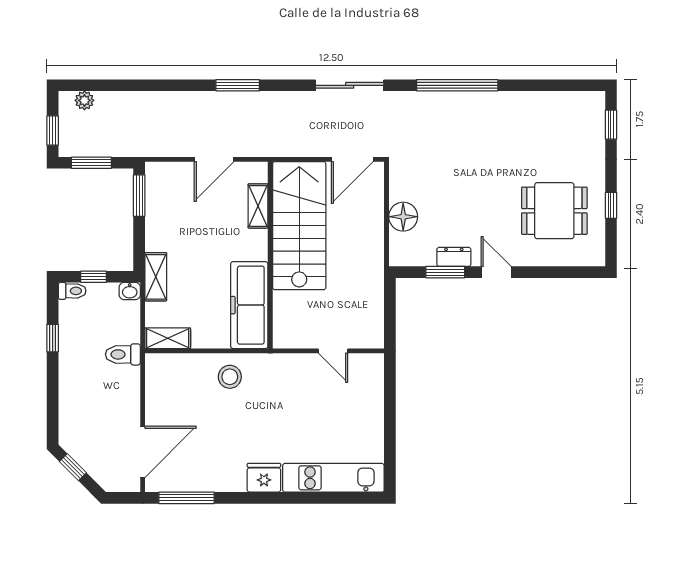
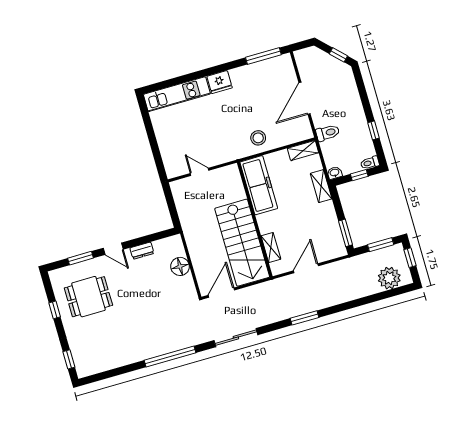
plant: (84, 100) -> (389, 278), width x1.87, depth x1.87
window: (445, 272) -> (81, 258), moved
door: (143, 452) -> (305, 98), moved

